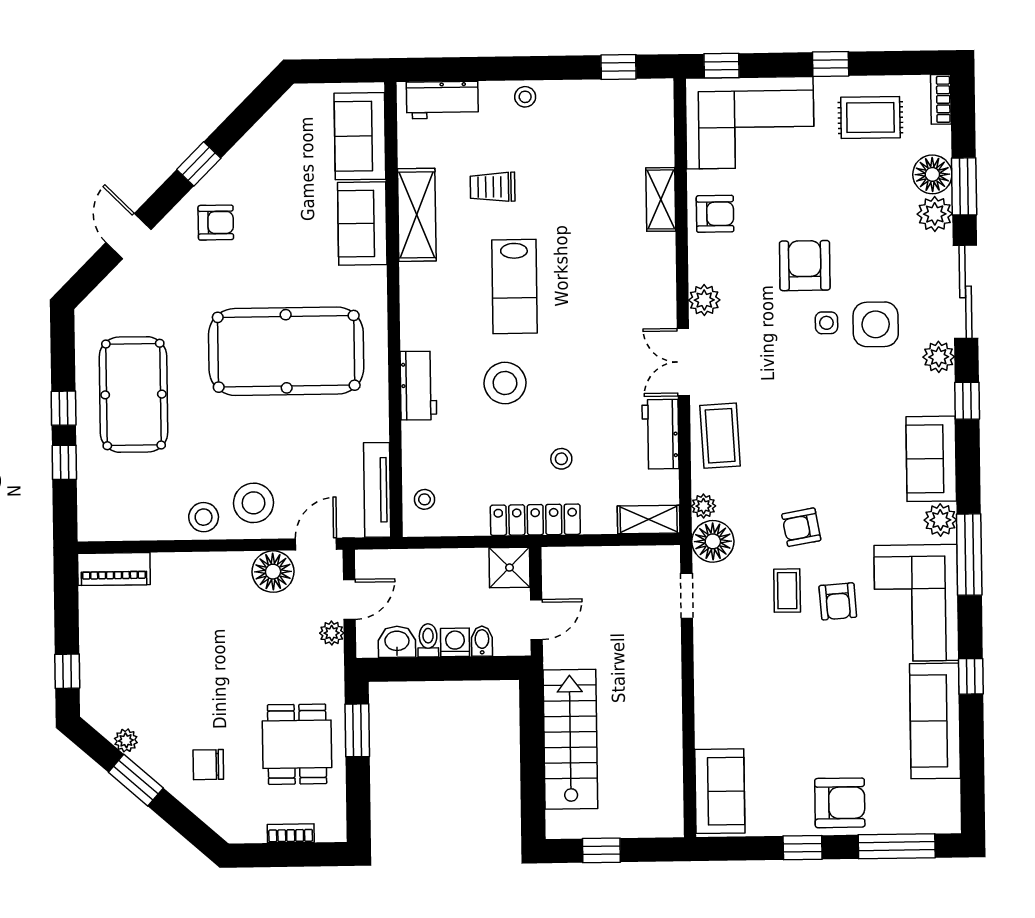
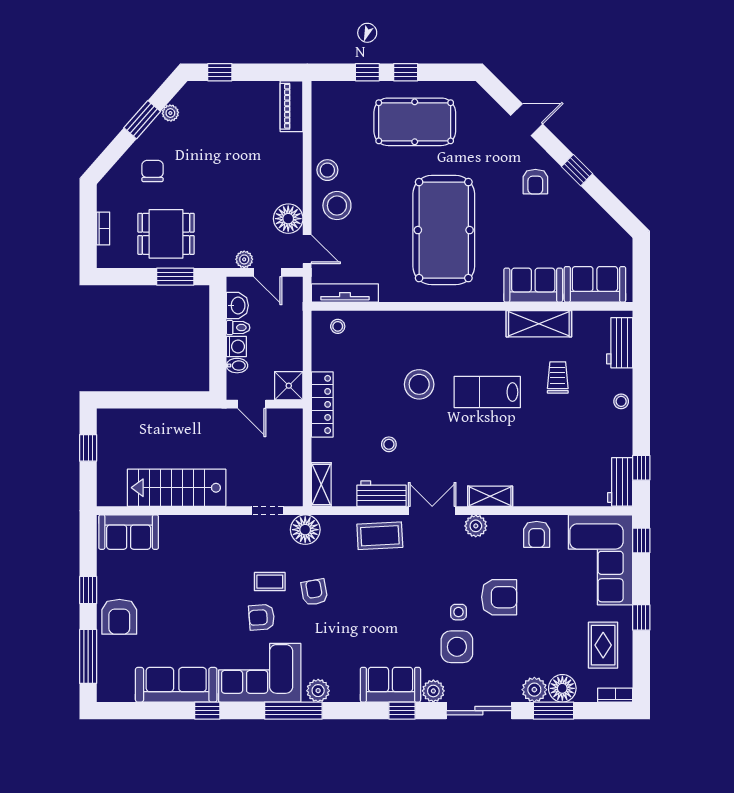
shelving: (661, 199) -> (490, 496), moved
workbench: (418, 386) -> (620, 482), moved, turned 90
stool: (561, 459) -> (389, 444), moved
sofa: (931, 459) -> (390, 685), moved
plant: (703, 506) -> (330, 523), removed
stairs: (570, 739) -> (177, 488), moved, turned 180

